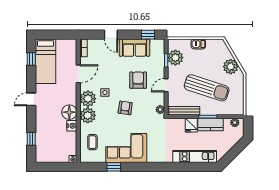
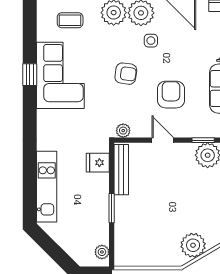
armchair: (138, 80) -> (171, 95), turned -90
sun lounger: (207, 88) -> (158, 206), removed
kitchen counter: (211, 124) -> (99, 213), removed
fridge: (191, 125) -> (98, 163), moved
window: (114, 167) -> (30, 75), moved

